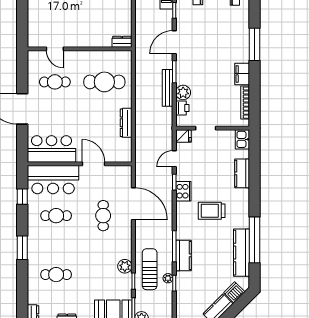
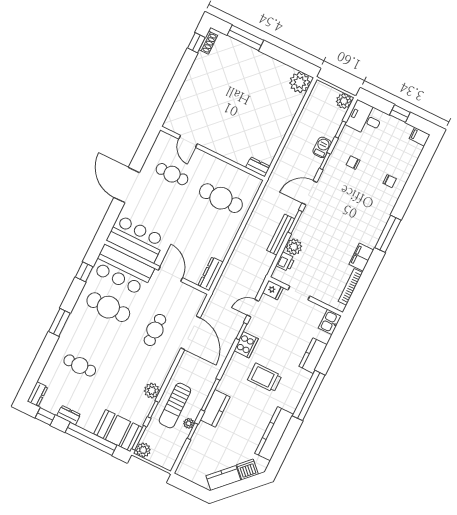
dresser: (126, 123) -> (211, 274), moved
cafe table: (56, 216) -> (108, 307), width x1.37, depth x1.35
window: (255, 240) -> (309, 395), moved
sun lounger: (150, 269) -> (175, 406), turned 180

